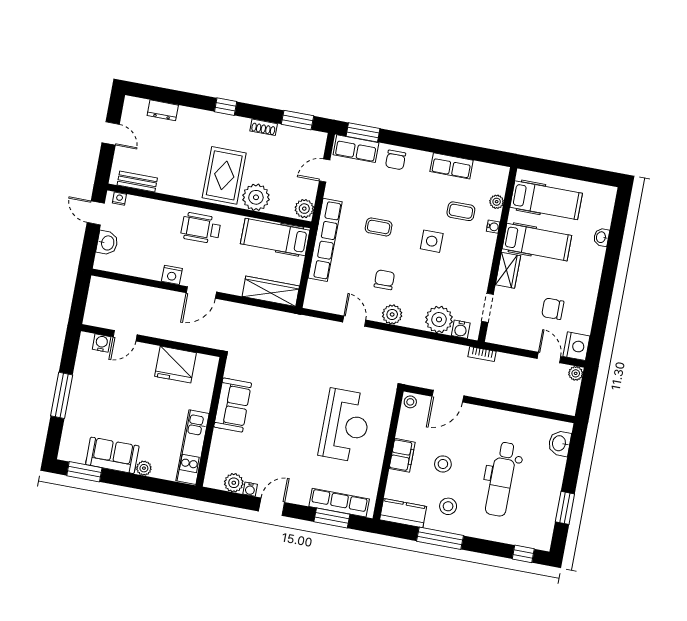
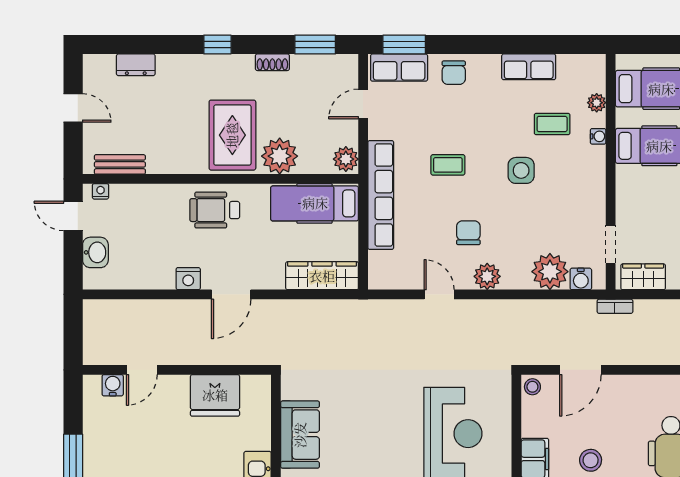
wardrobe: (508, 270) -> (643, 277), moved, turned -90

